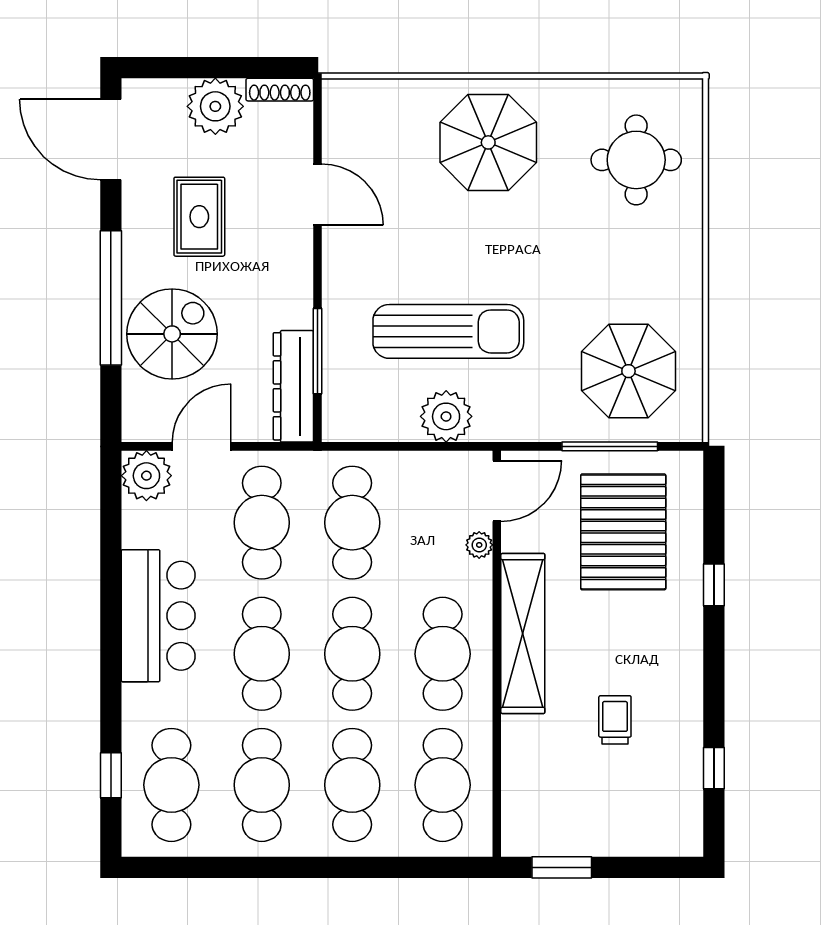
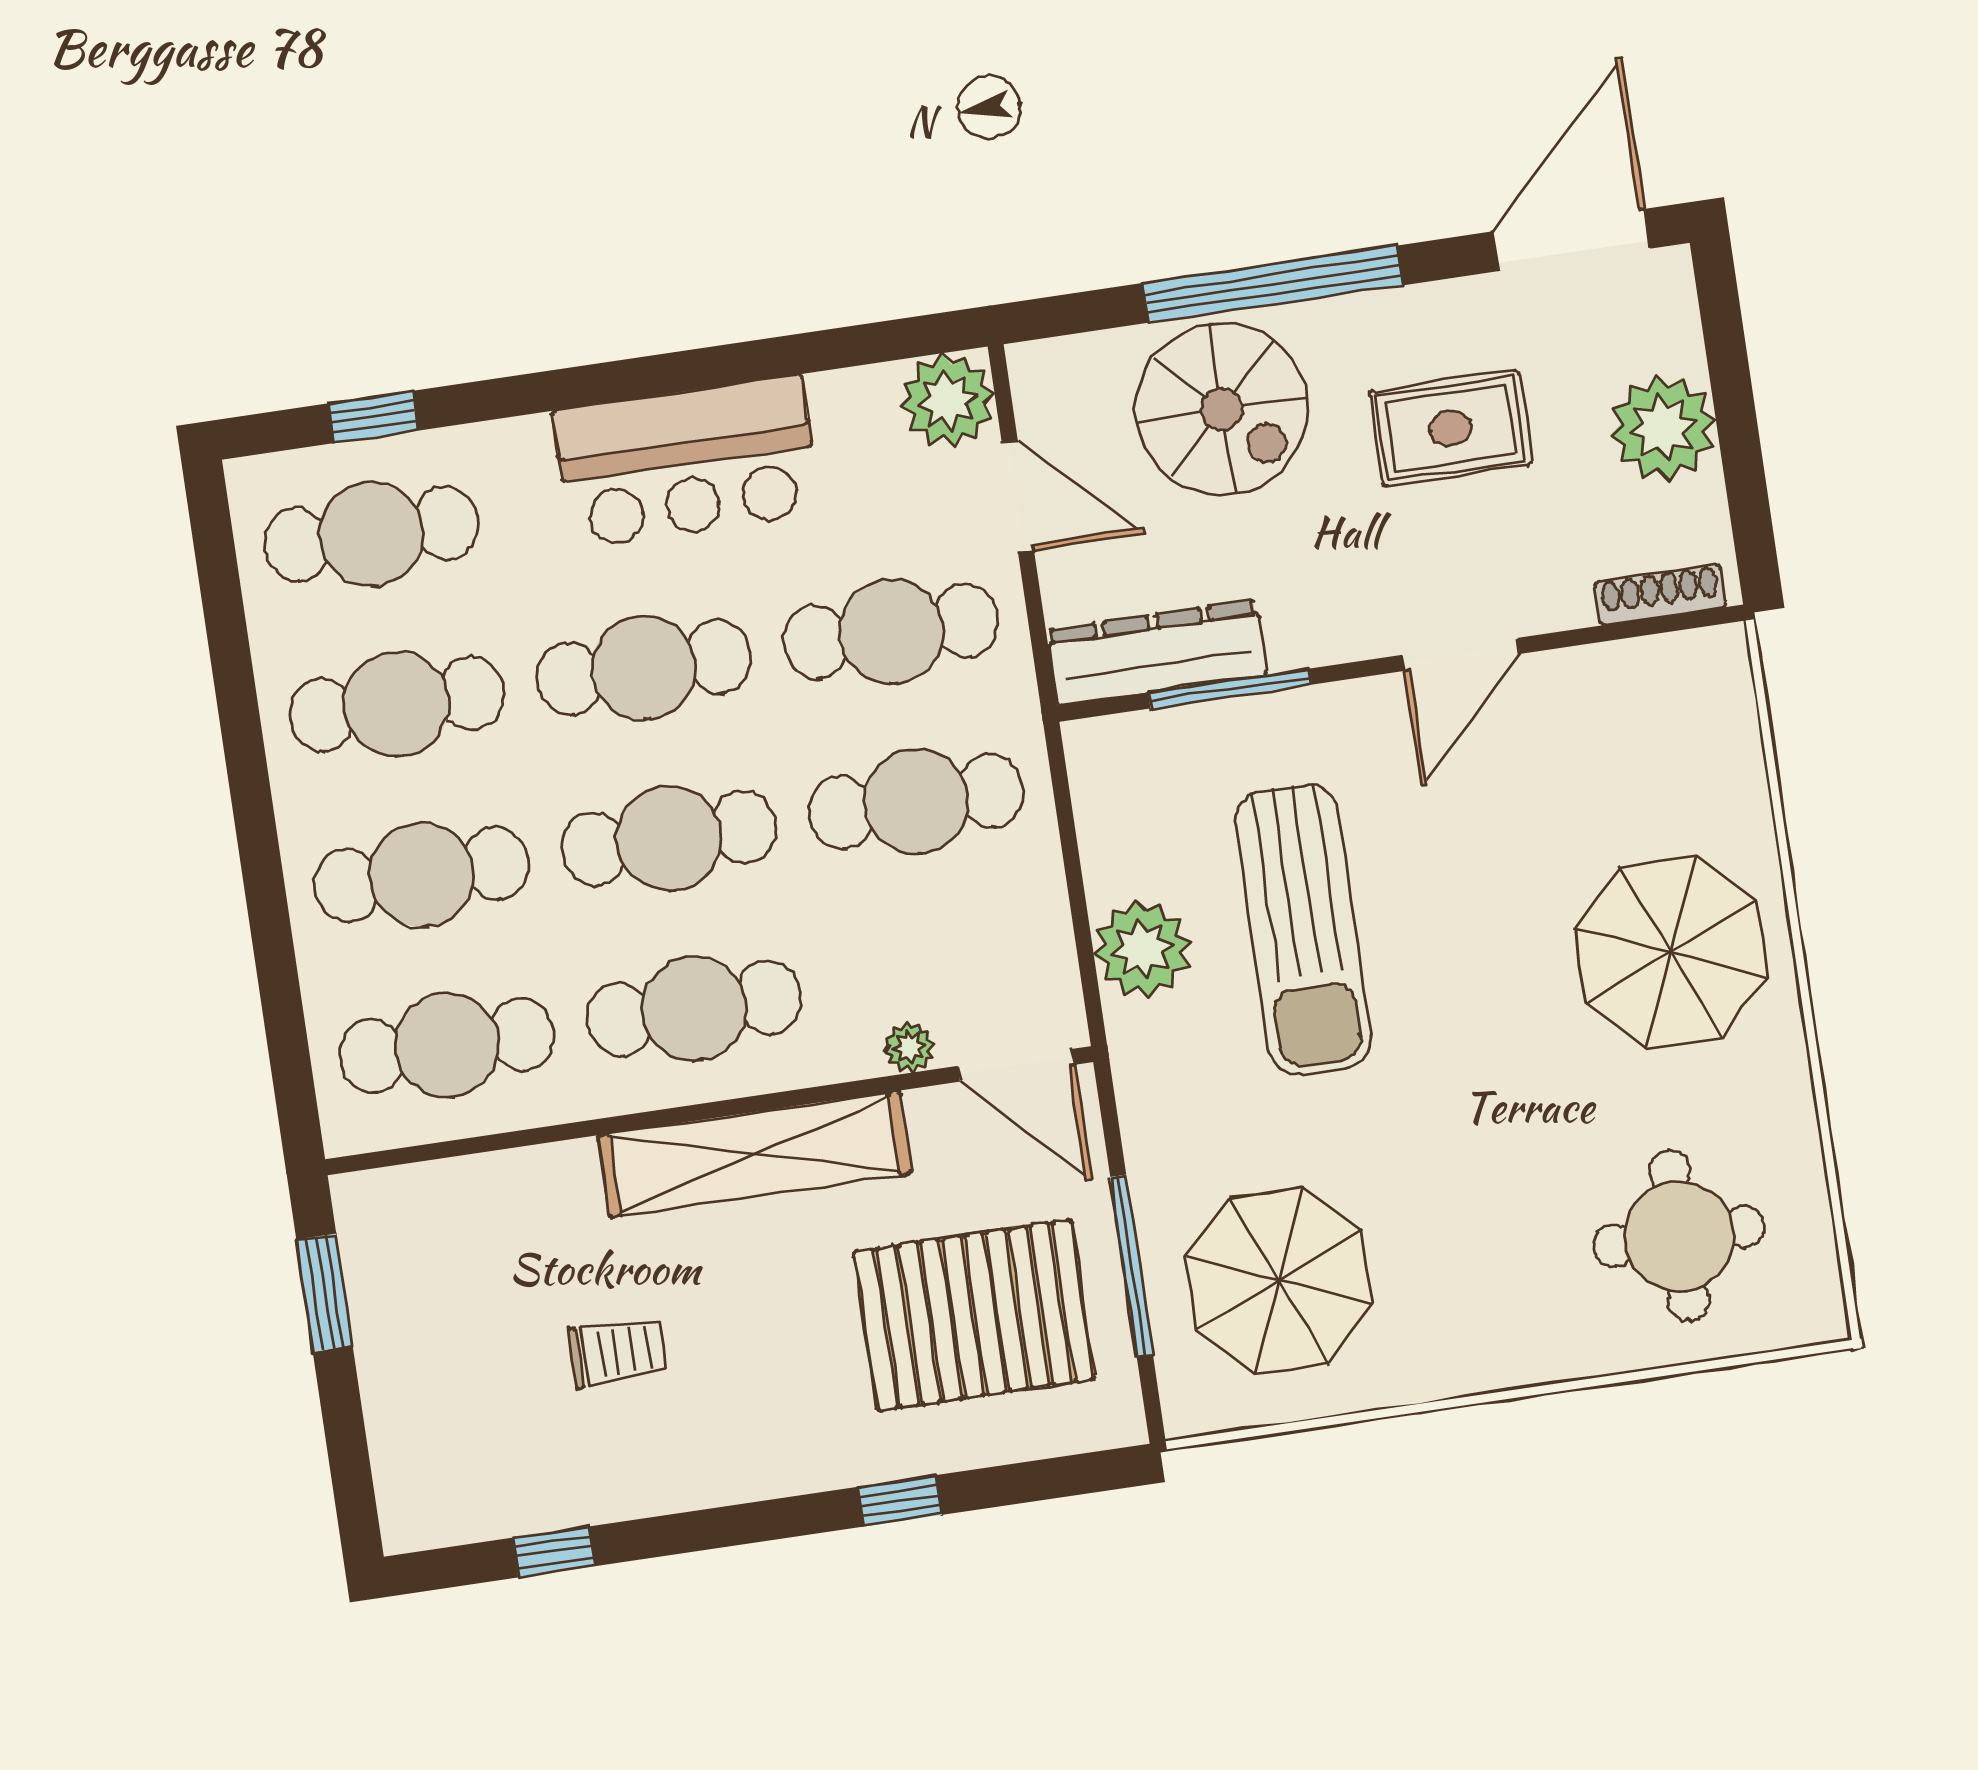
shoe rack: (280, 90) -> (1660, 595), moved, turned 90
door: (318, 195) -> (1461, 654), moved

